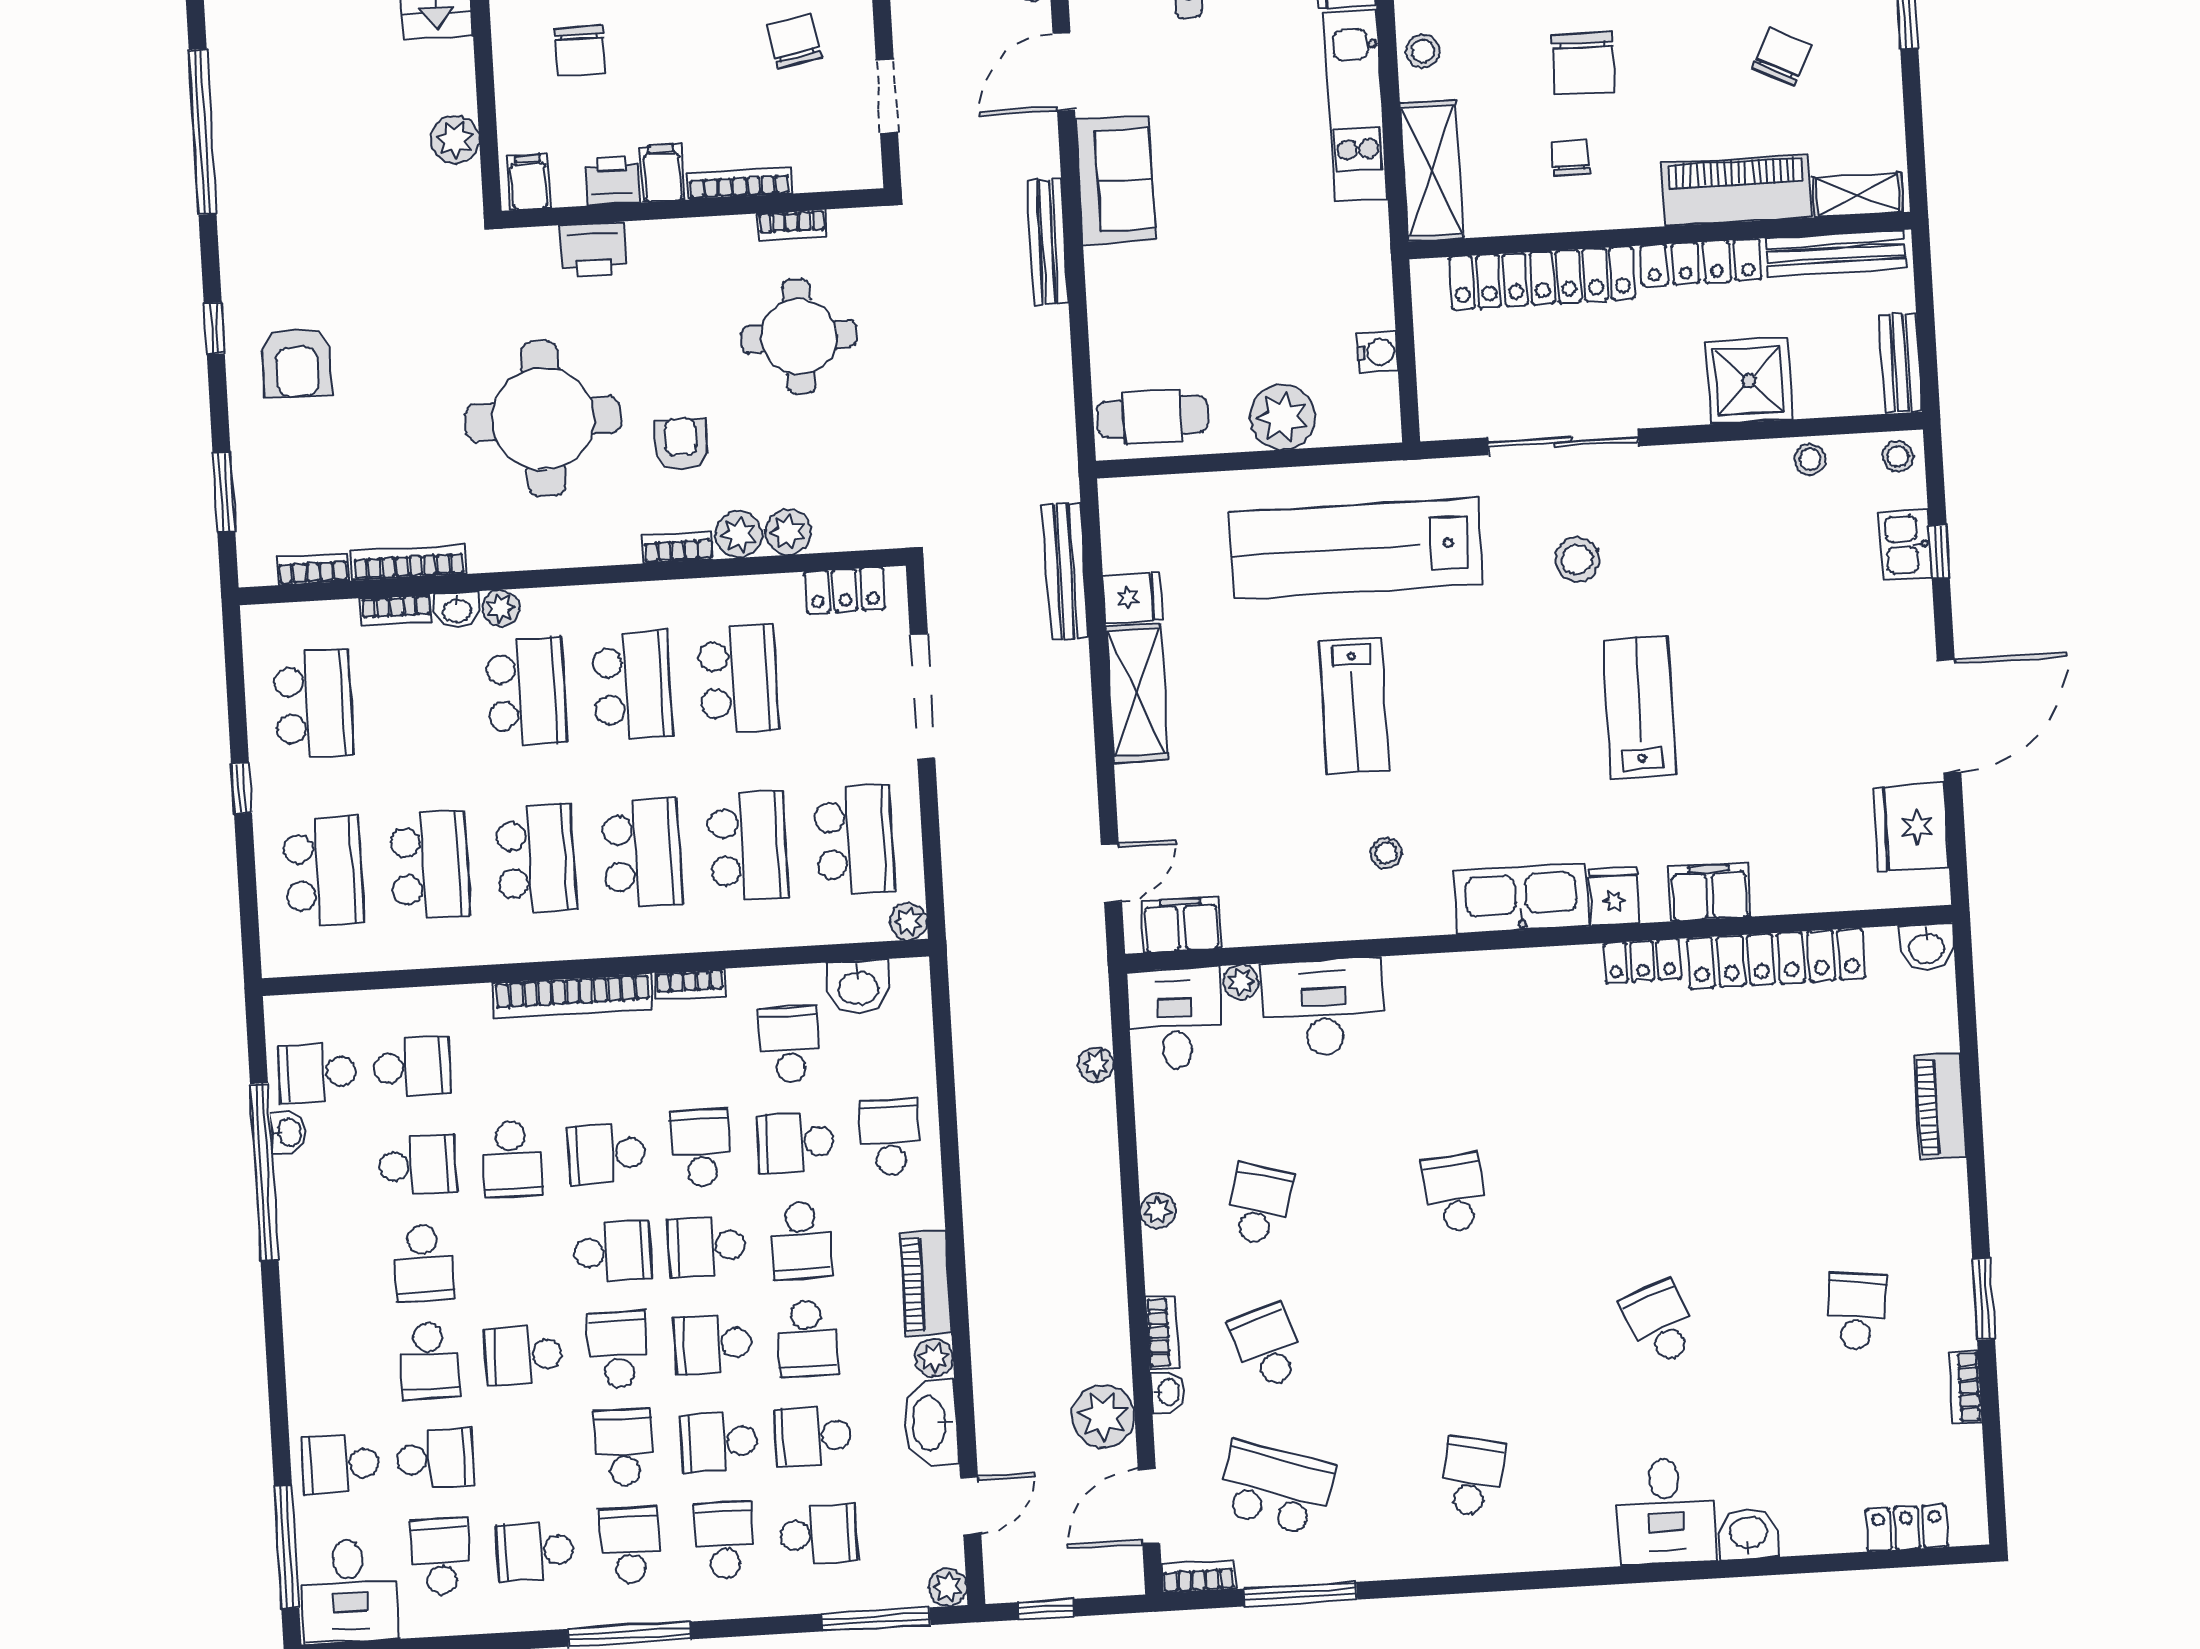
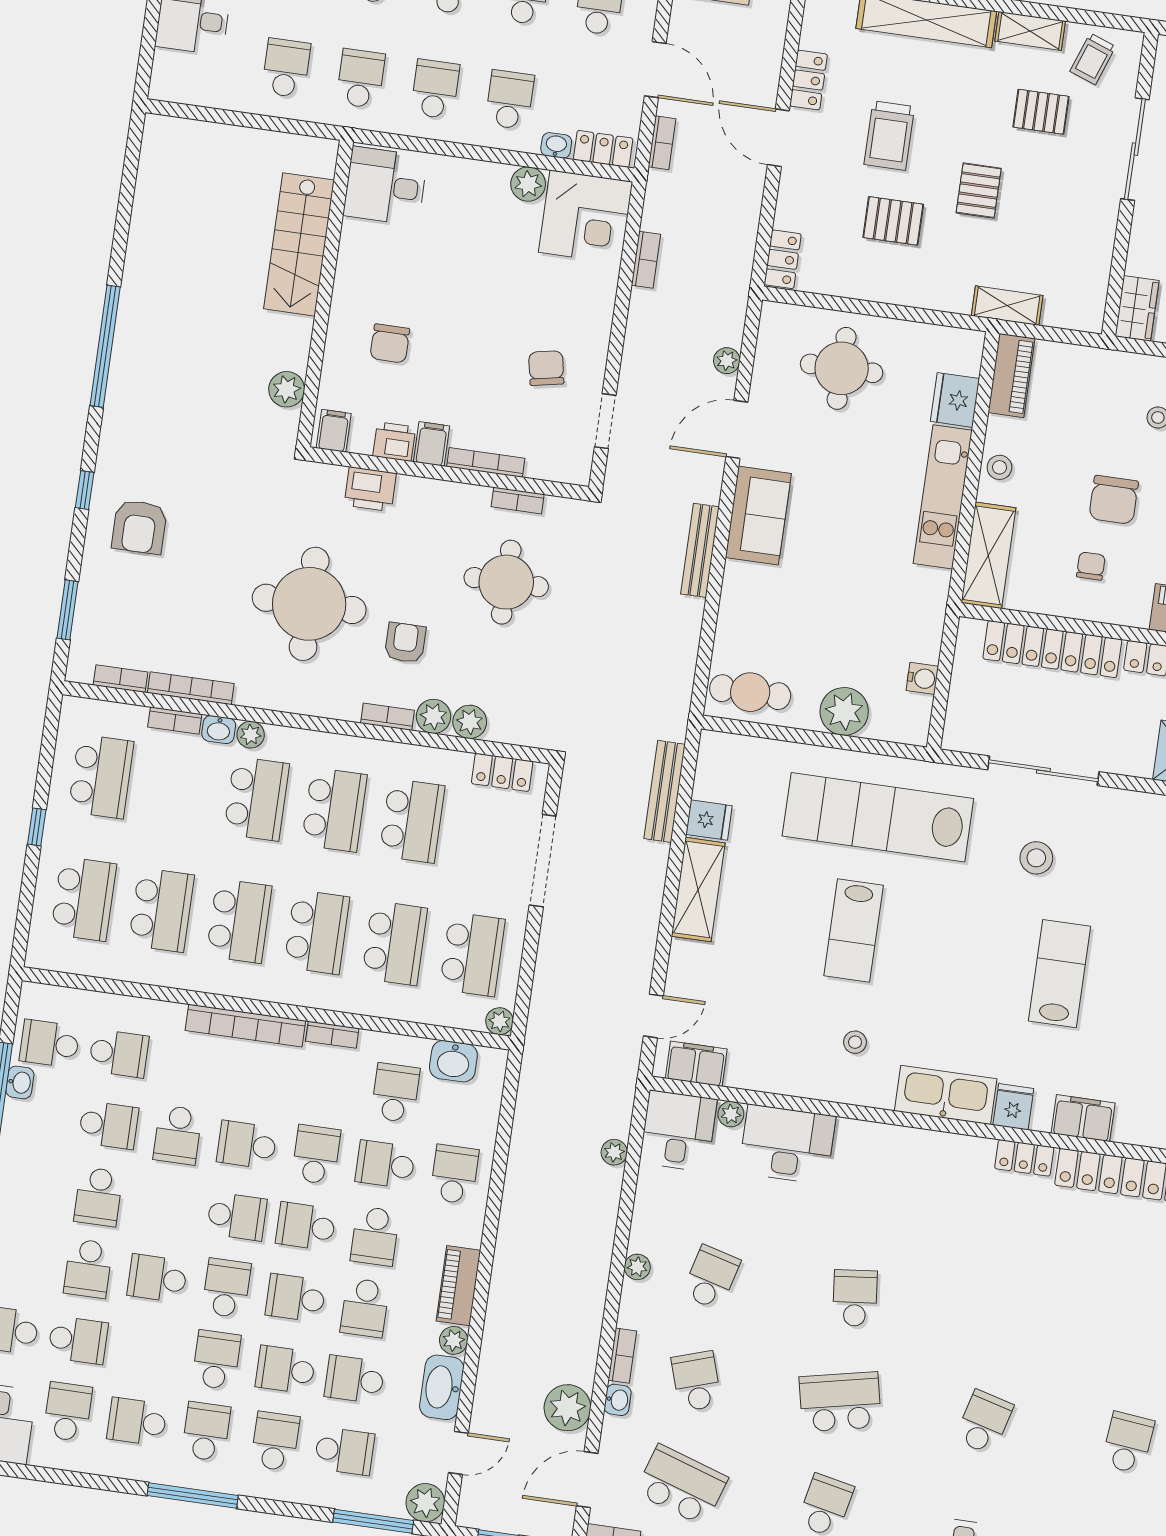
school desk: (1660, 1323) -> (984, 1422), turned 36
school desk: (1464, 1335) -> (840, 1402), added
plant: (948, 1587) -> (425, 1503), width x1.38, depth x1.38

